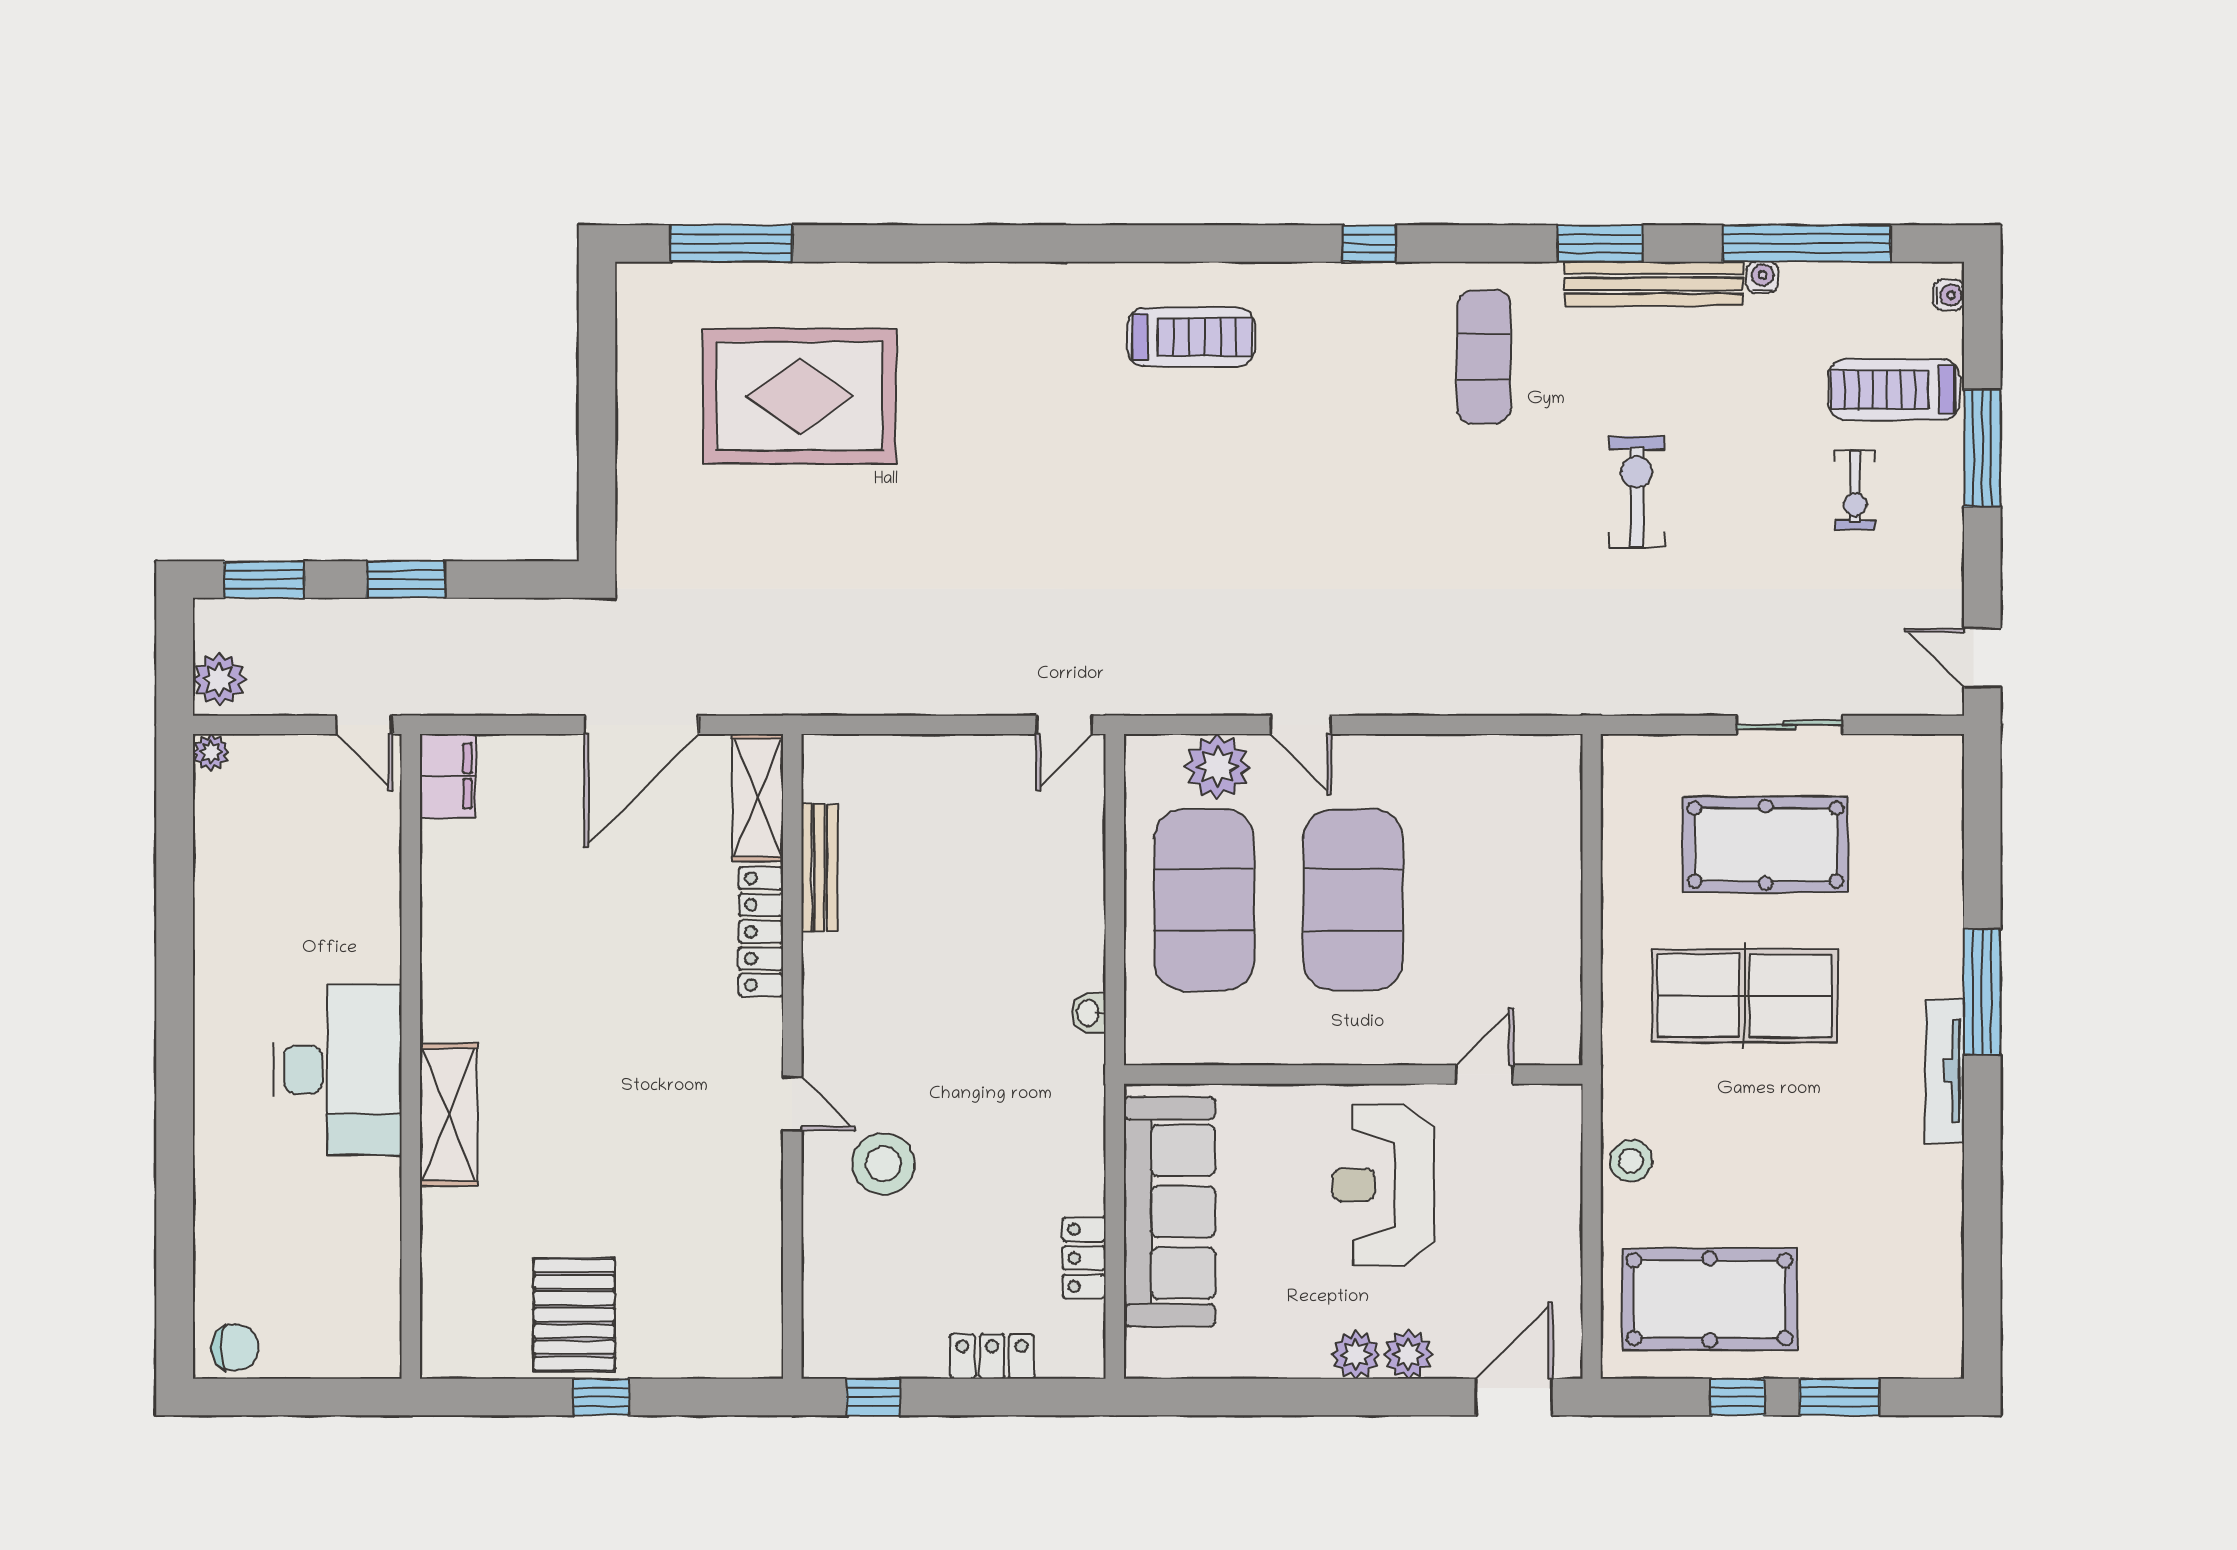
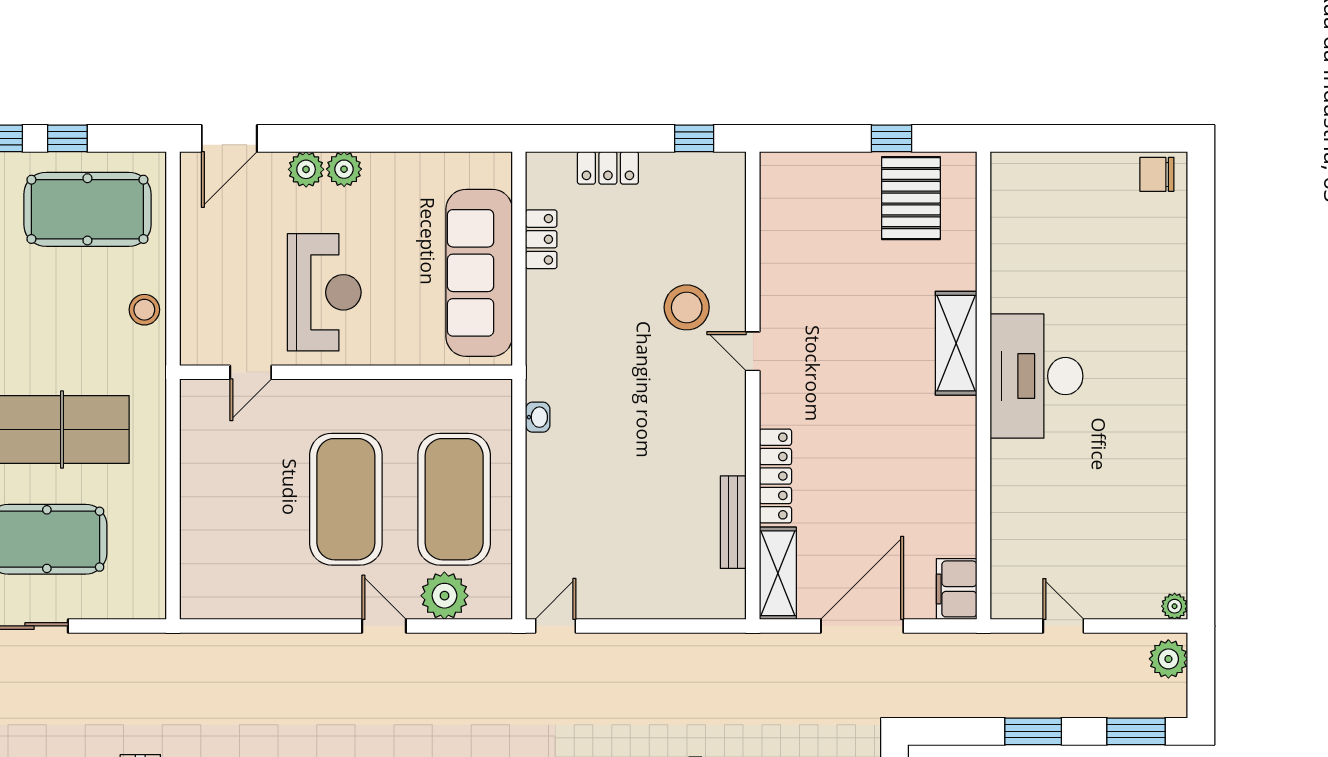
filing cabinet: (448, 776) -> (957, 589), moved
wall: (411, 1056) -> (983, 385), moved
desk: (338, 1069) -> (1036, 376), moved
shelving: (448, 1115) -> (956, 343), moved

